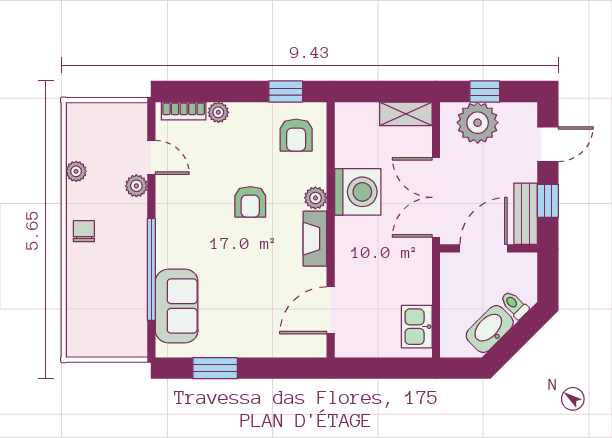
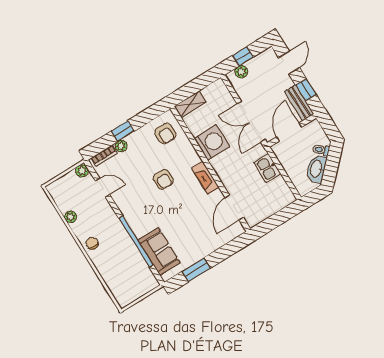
window: (286, 92) -> (123, 131), moved
shelving: (406, 114) -> (190, 104), moved
plant: (478, 123) -> (241, 72), width x0.53, depth x0.53
plant: (136, 186) -> (82, 171), moved
plant: (315, 198) -> (193, 158), removed
kitchen sink: (417, 327) -> (267, 168), moved

